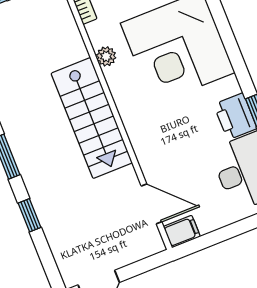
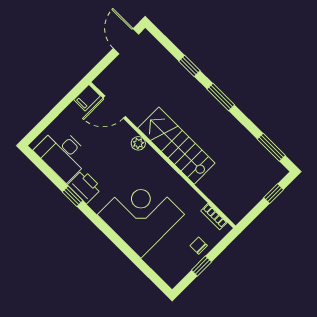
plant: (106, 56) -> (138, 143), moved

